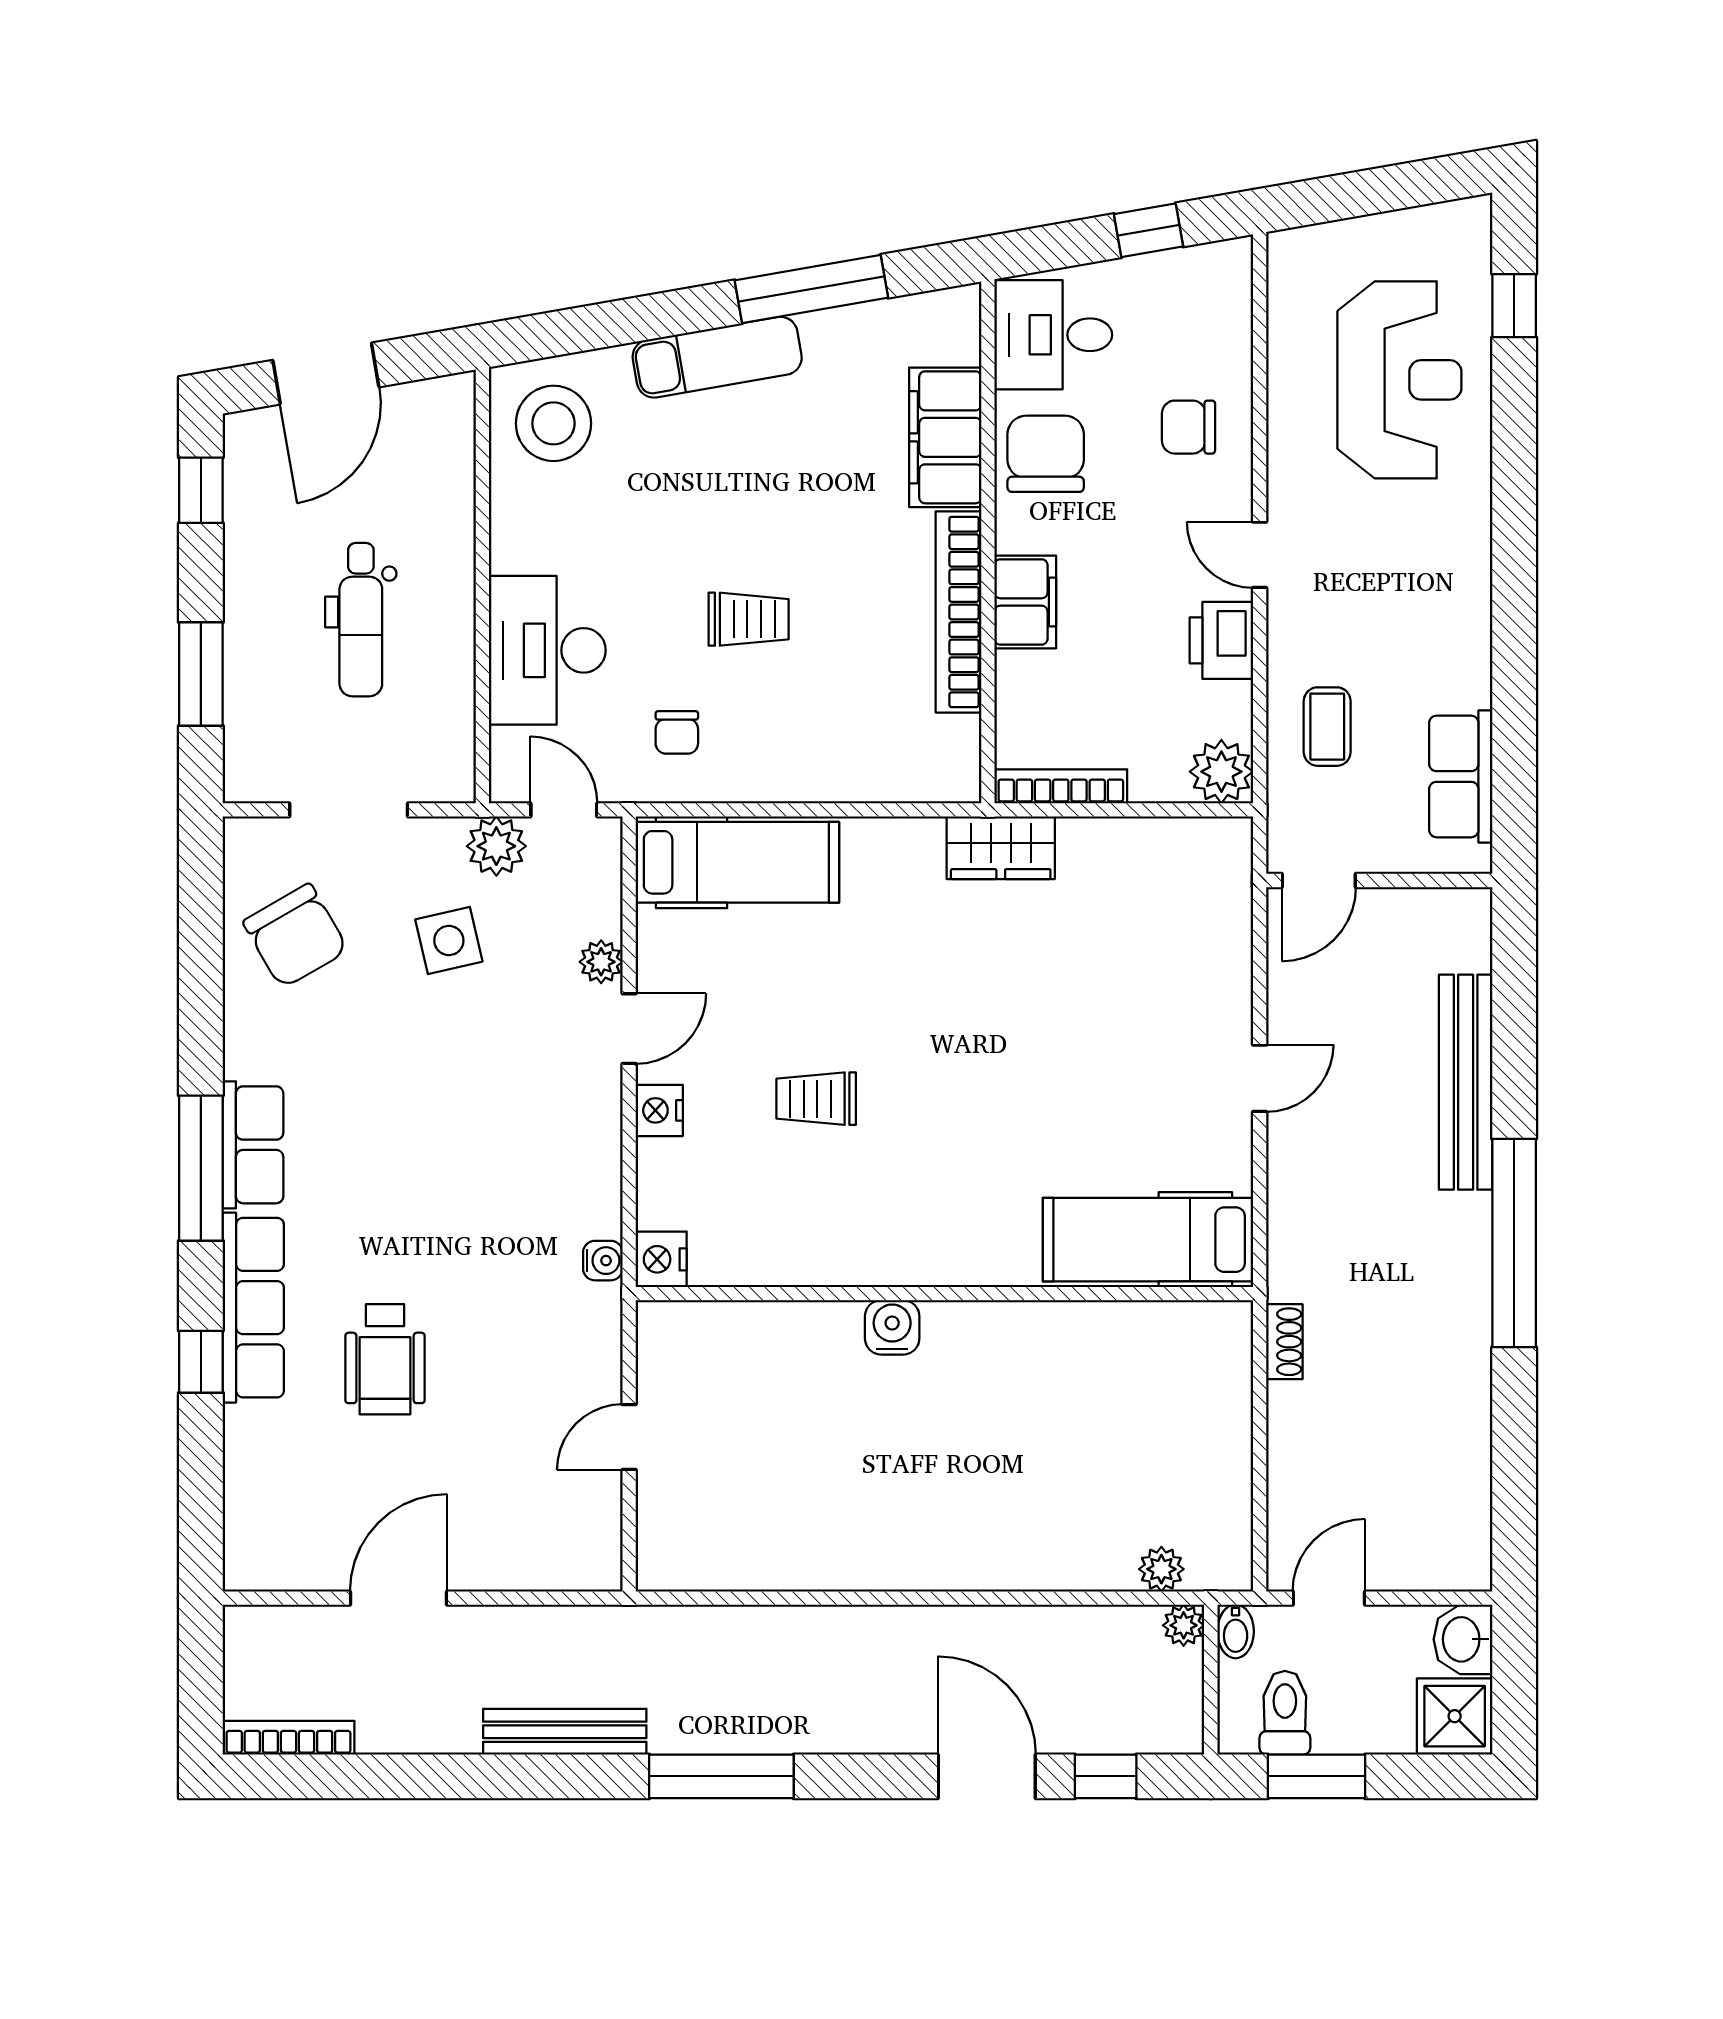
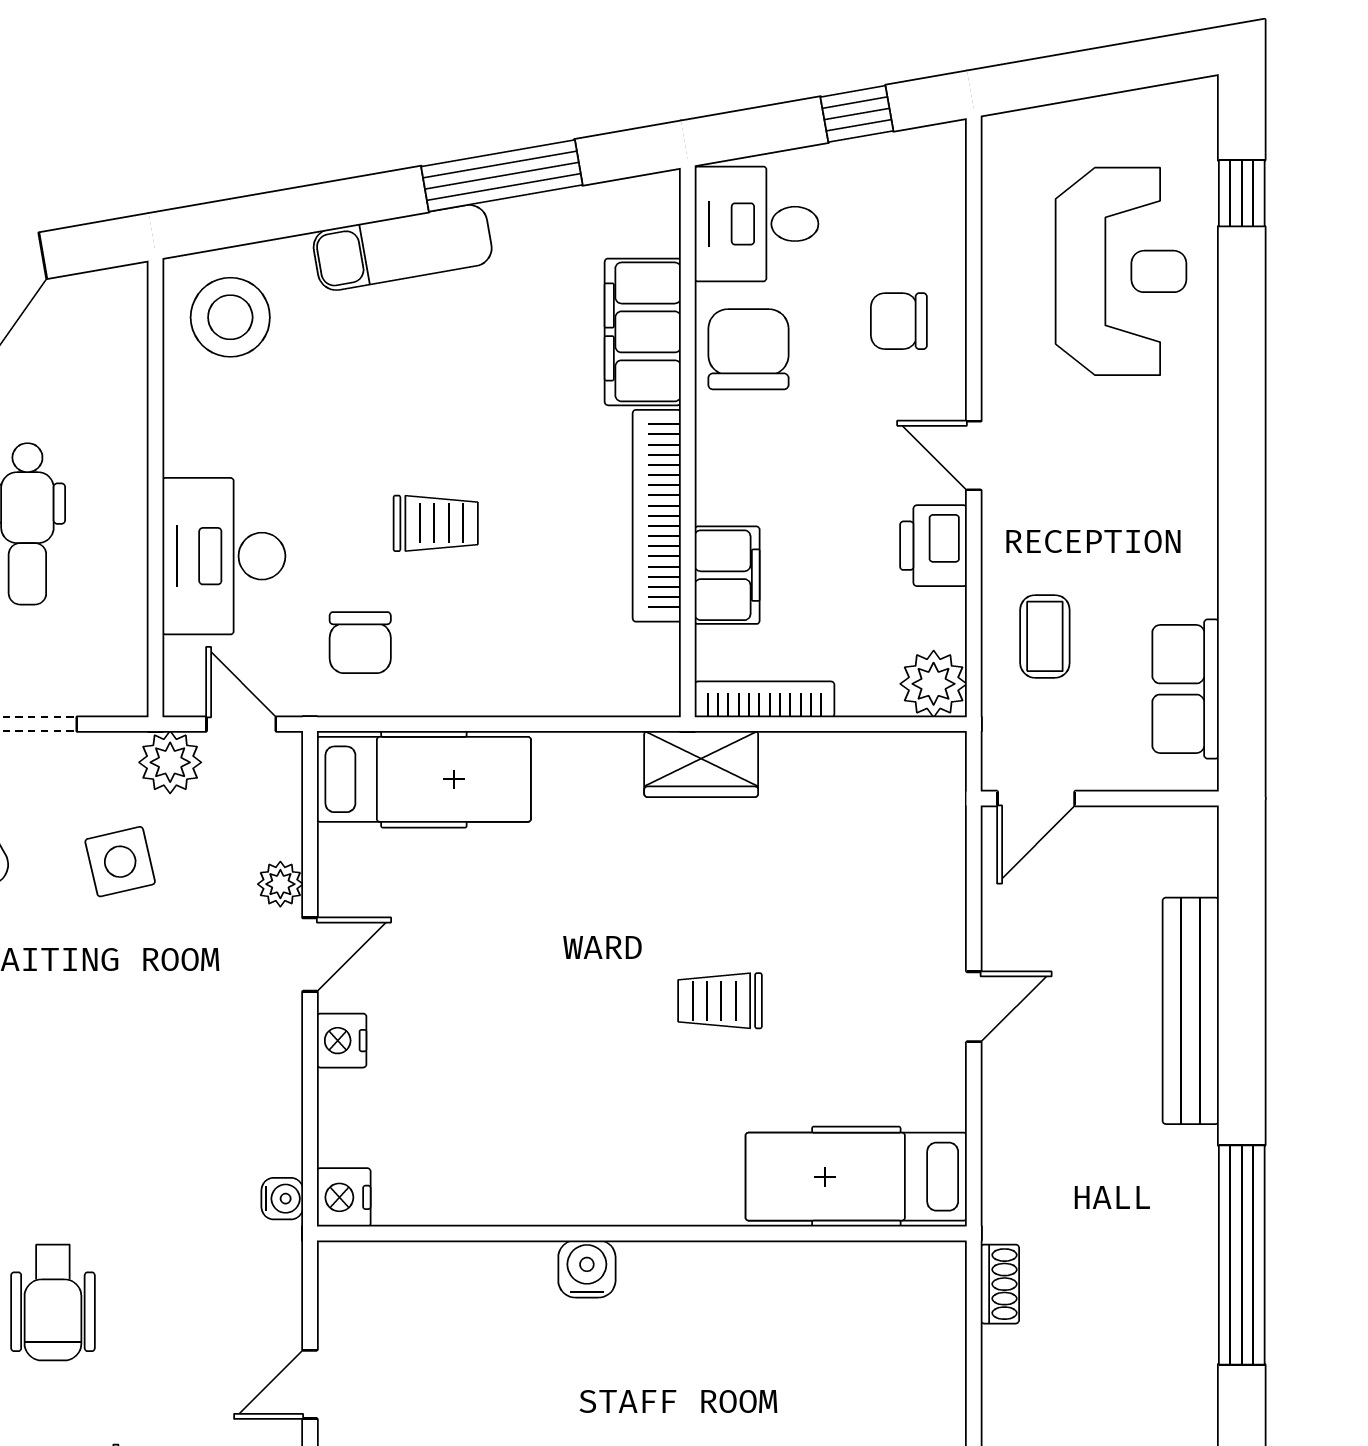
filing cabinet: (1025, 602) -> (727, 575), moved
chair: (677, 732) -> (360, 643), width x1.37, depth x1.37
trolley: (816, 1099) -> (720, 1001), moved
window: (1514, 1243) -> (1242, 1255), moved

